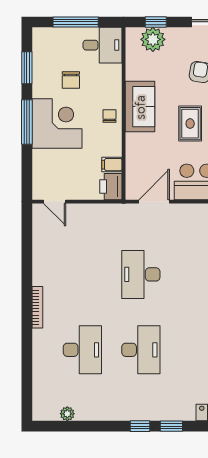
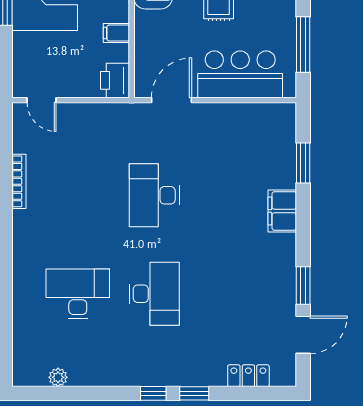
filing cabinet: (112, 165) -> (116, 33), moved
bookcase: (37, 307) -> (19, 181), moved
desk: (82, 350) -> (78, 294), turned -90

